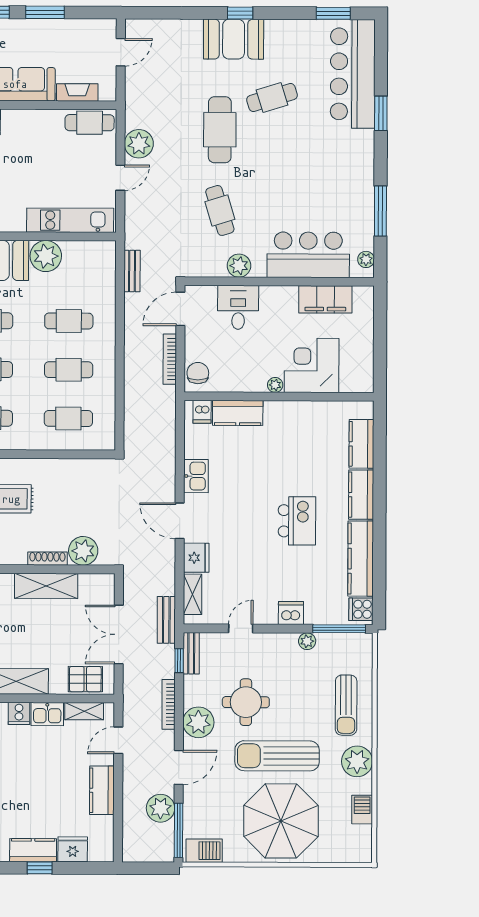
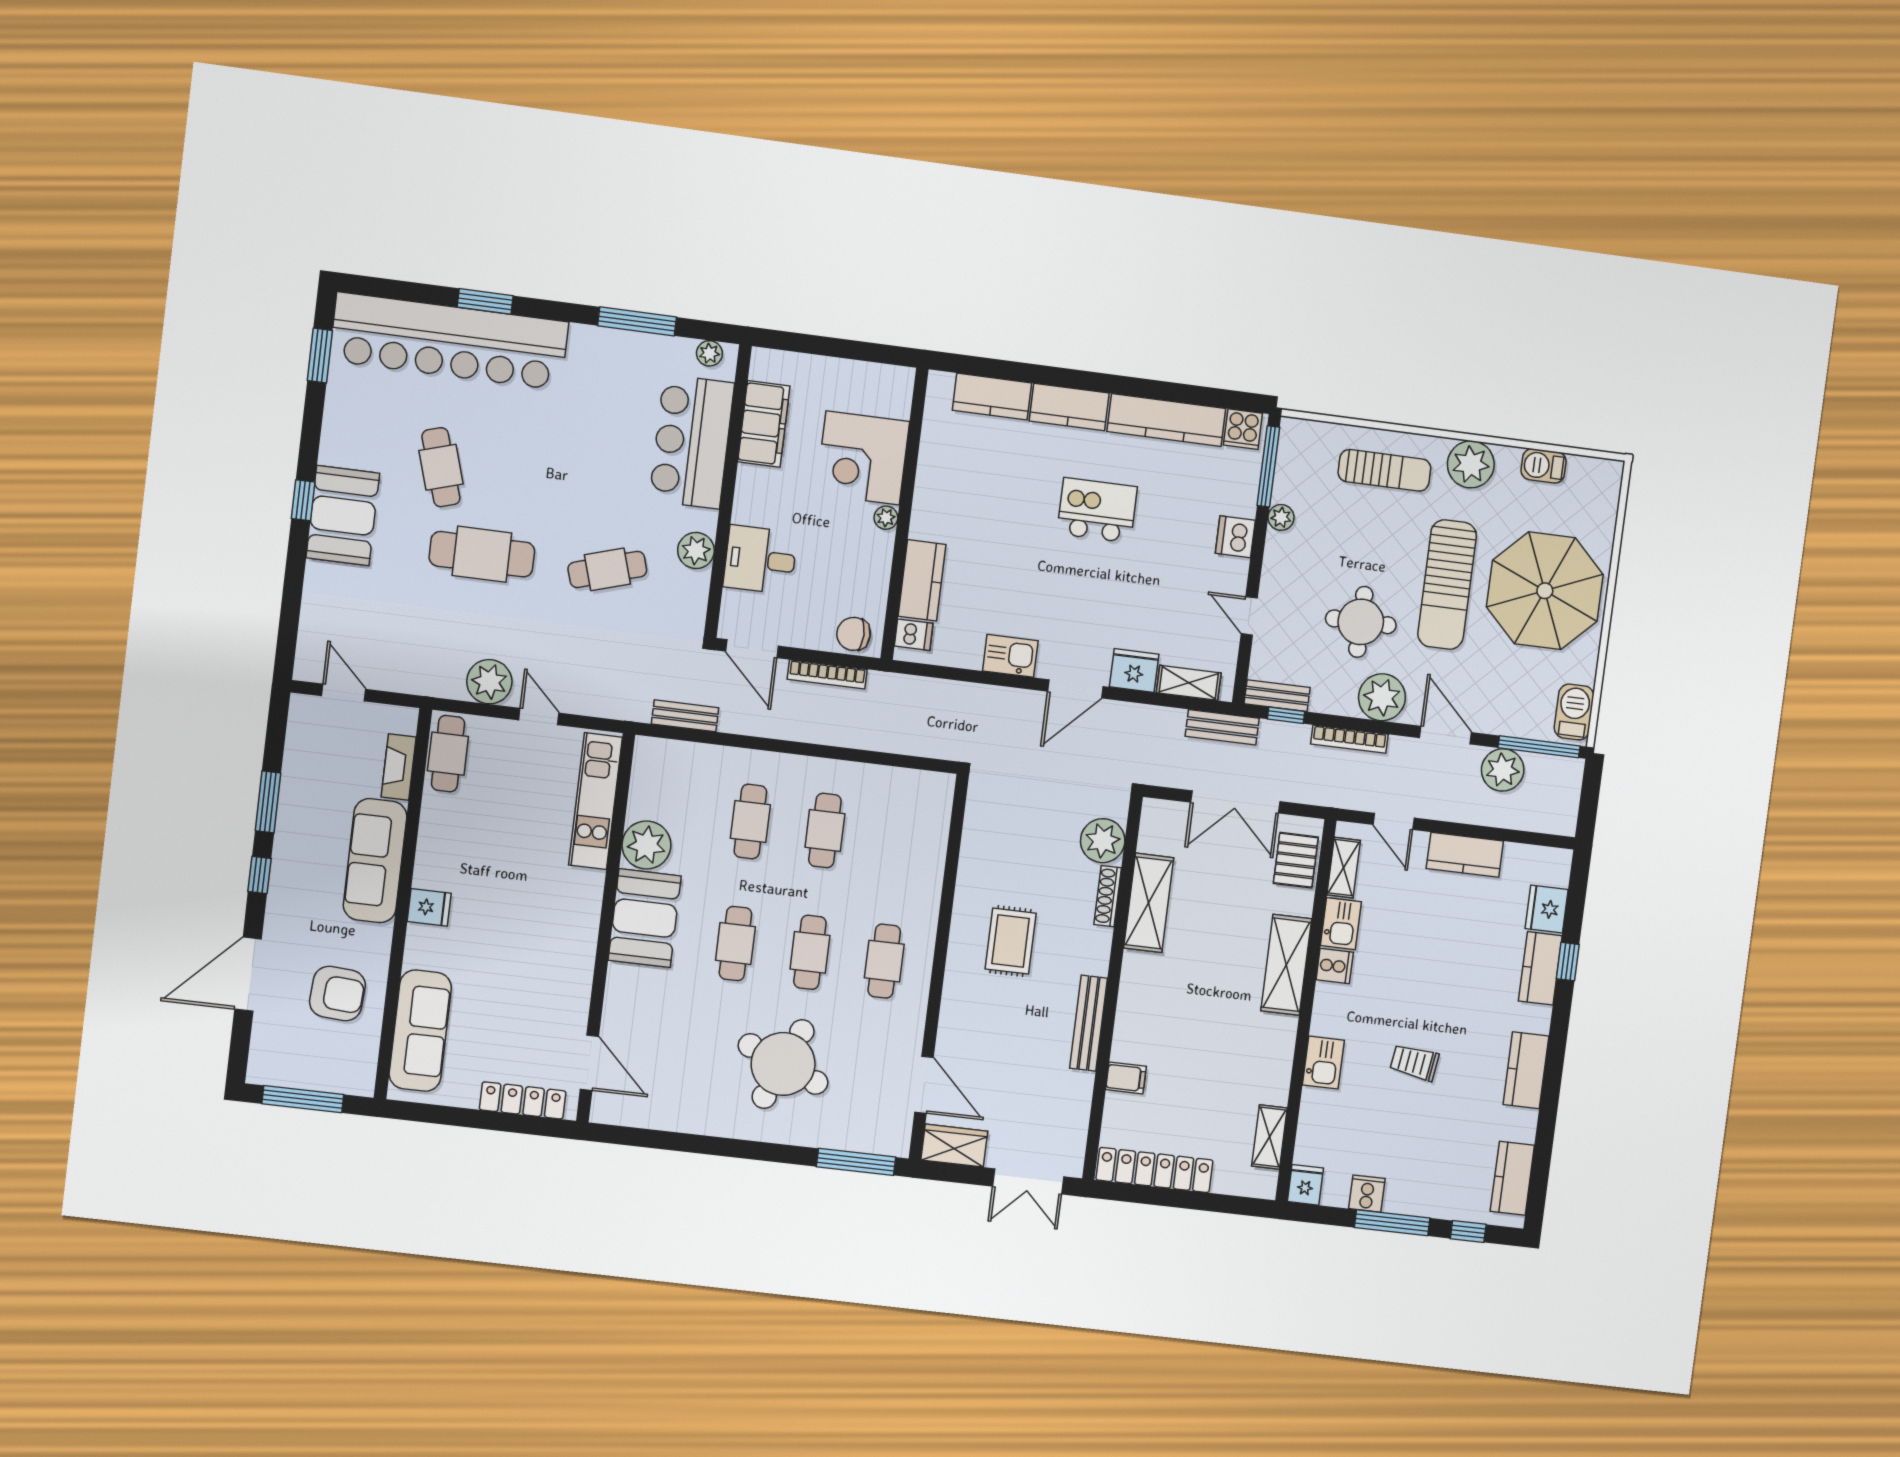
bar counter: (353, 74) -> (449, 341), width x1.36
cafe table: (68, 418) -> (899, 839), removed

